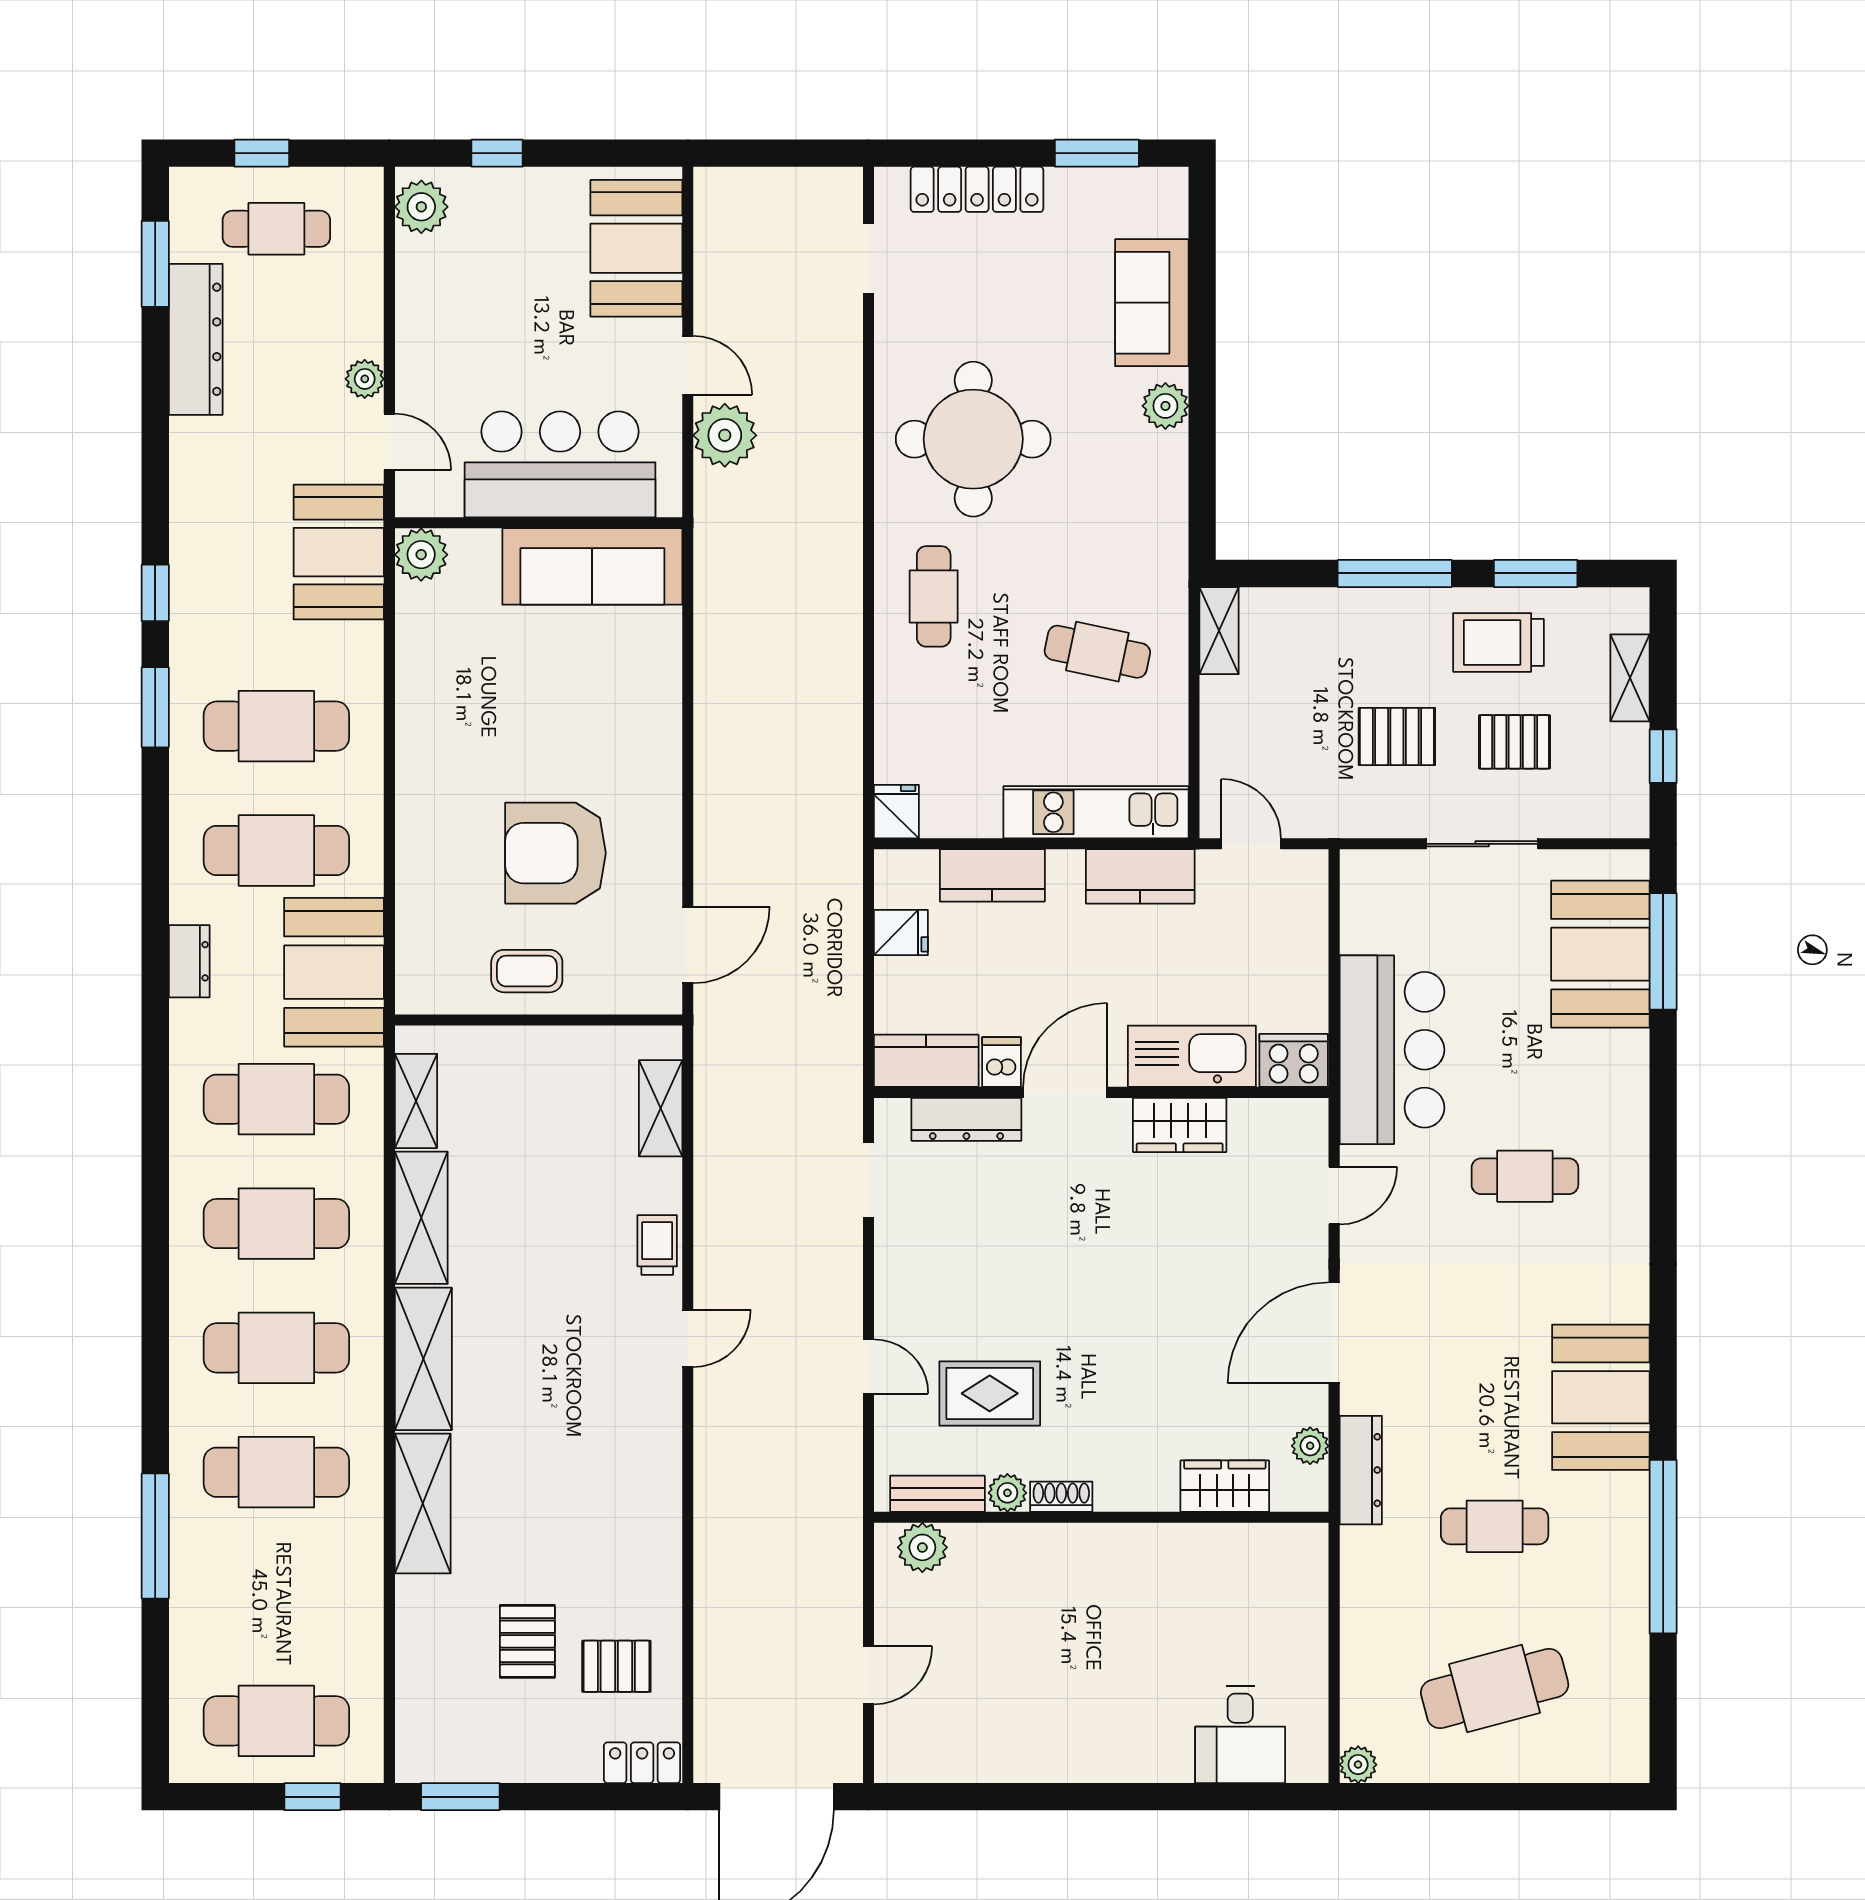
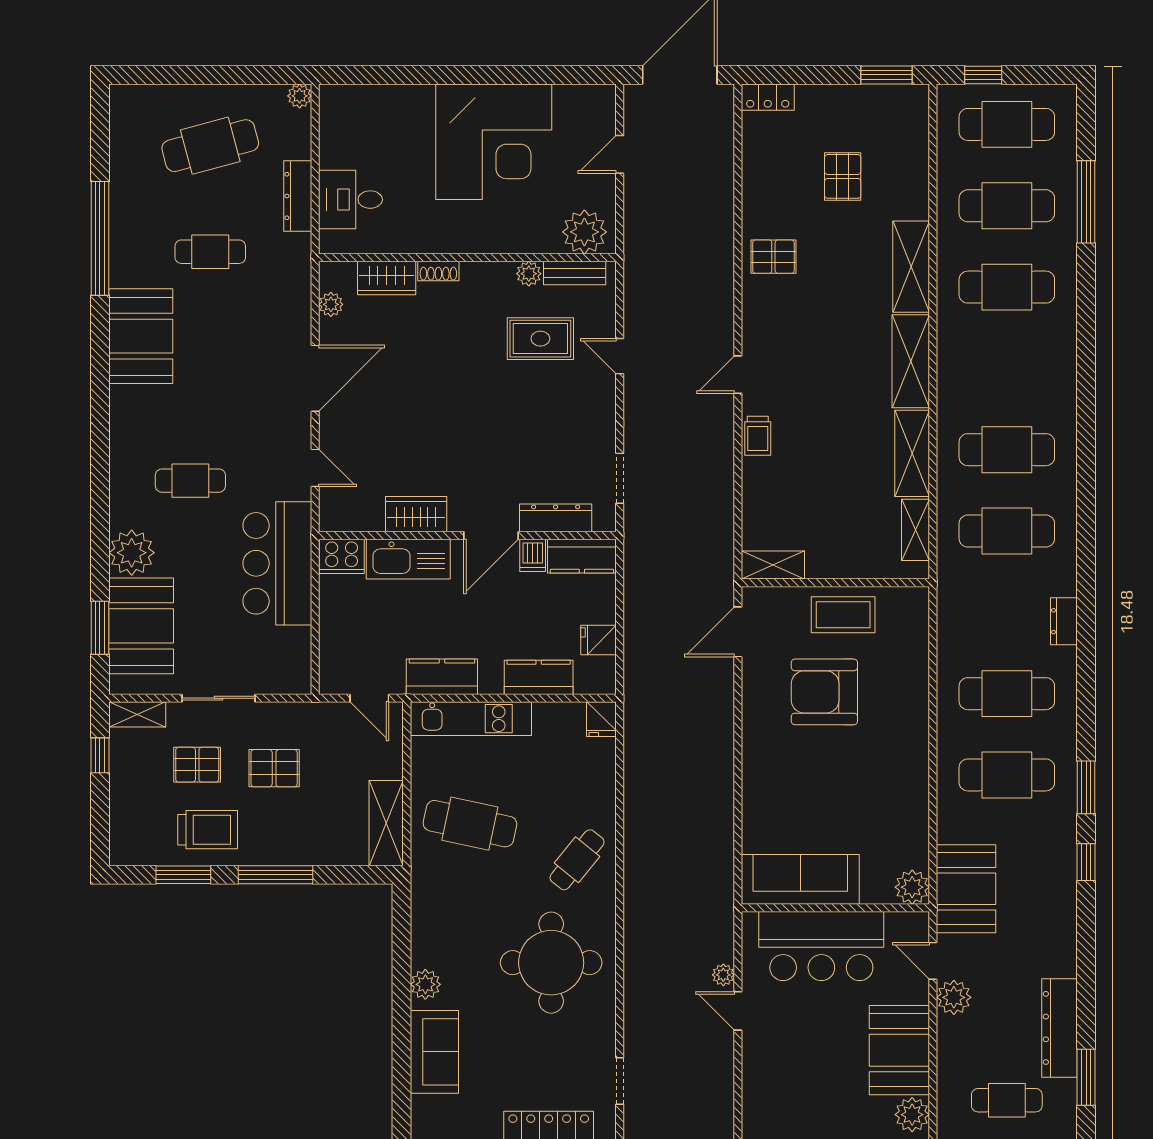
booth: (636, 248) -> (899, 1050), moved
plant: (365, 379) -> (954, 997), width x1.38, depth x1.38
plant: (725, 435) -> (723, 975), width x0.53, depth x0.53
cafe table: (934, 596) -> (577, 860), turned 39
shelving: (1219, 631) -> (386, 823), width x1.50, depth x1.33
cafe table: (1097, 652) -> (470, 824), width x1.37, depth x1.35
shelving: (1630, 678) -> (137, 714), moved, turned 90
armchair: (555, 853) -> (824, 692), turned 180
window: (1663, 951) -> (100, 628), width x0.69
coffee table: (527, 971) -> (843, 615), width x1.36, depth x1.30
booth: (334, 972) -> (969, 614), removed
plant: (1615, 1066) -> (132, 553), added
shelving: (661, 1108) -> (773, 565), moved, turned 90
door: (1334, 1196) -> (315, 468), swing flipped
cafe table: (276, 1348) -> (1007, 206), moved
dresser: (1361, 1470) -> (298, 196), moved
shoe rack: (1061, 1497) -> (438, 271), moved
window: (155, 1536) -> (1086, 202), moved
plant: (922, 1547) -> (584, 232), width x1.36, depth x1.36
pallet: (616, 1666) -> (773, 257), moved
corner desk: (1061, 1694) -> (494, 142), added
desk: (1240, 1734) -> (350, 200), moved, turned -90

